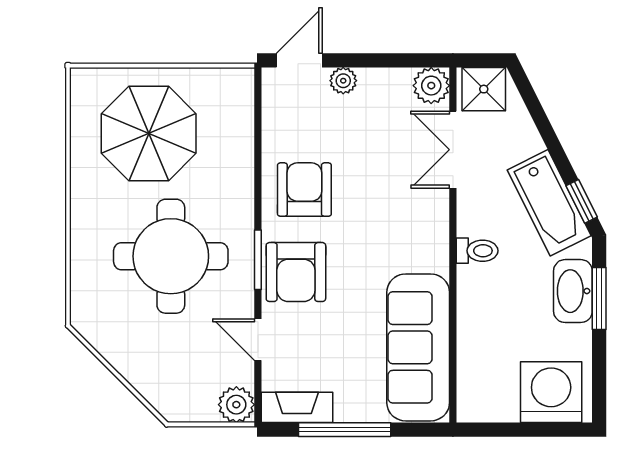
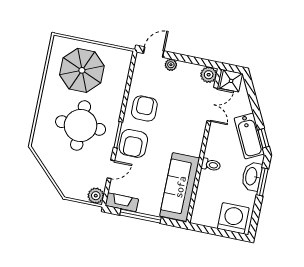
double door: (453, 150) -> (212, 104), swing flipped
toilet: (477, 251) -> (211, 165), moved
door: (258, 340) -> (111, 169), swing flipped

